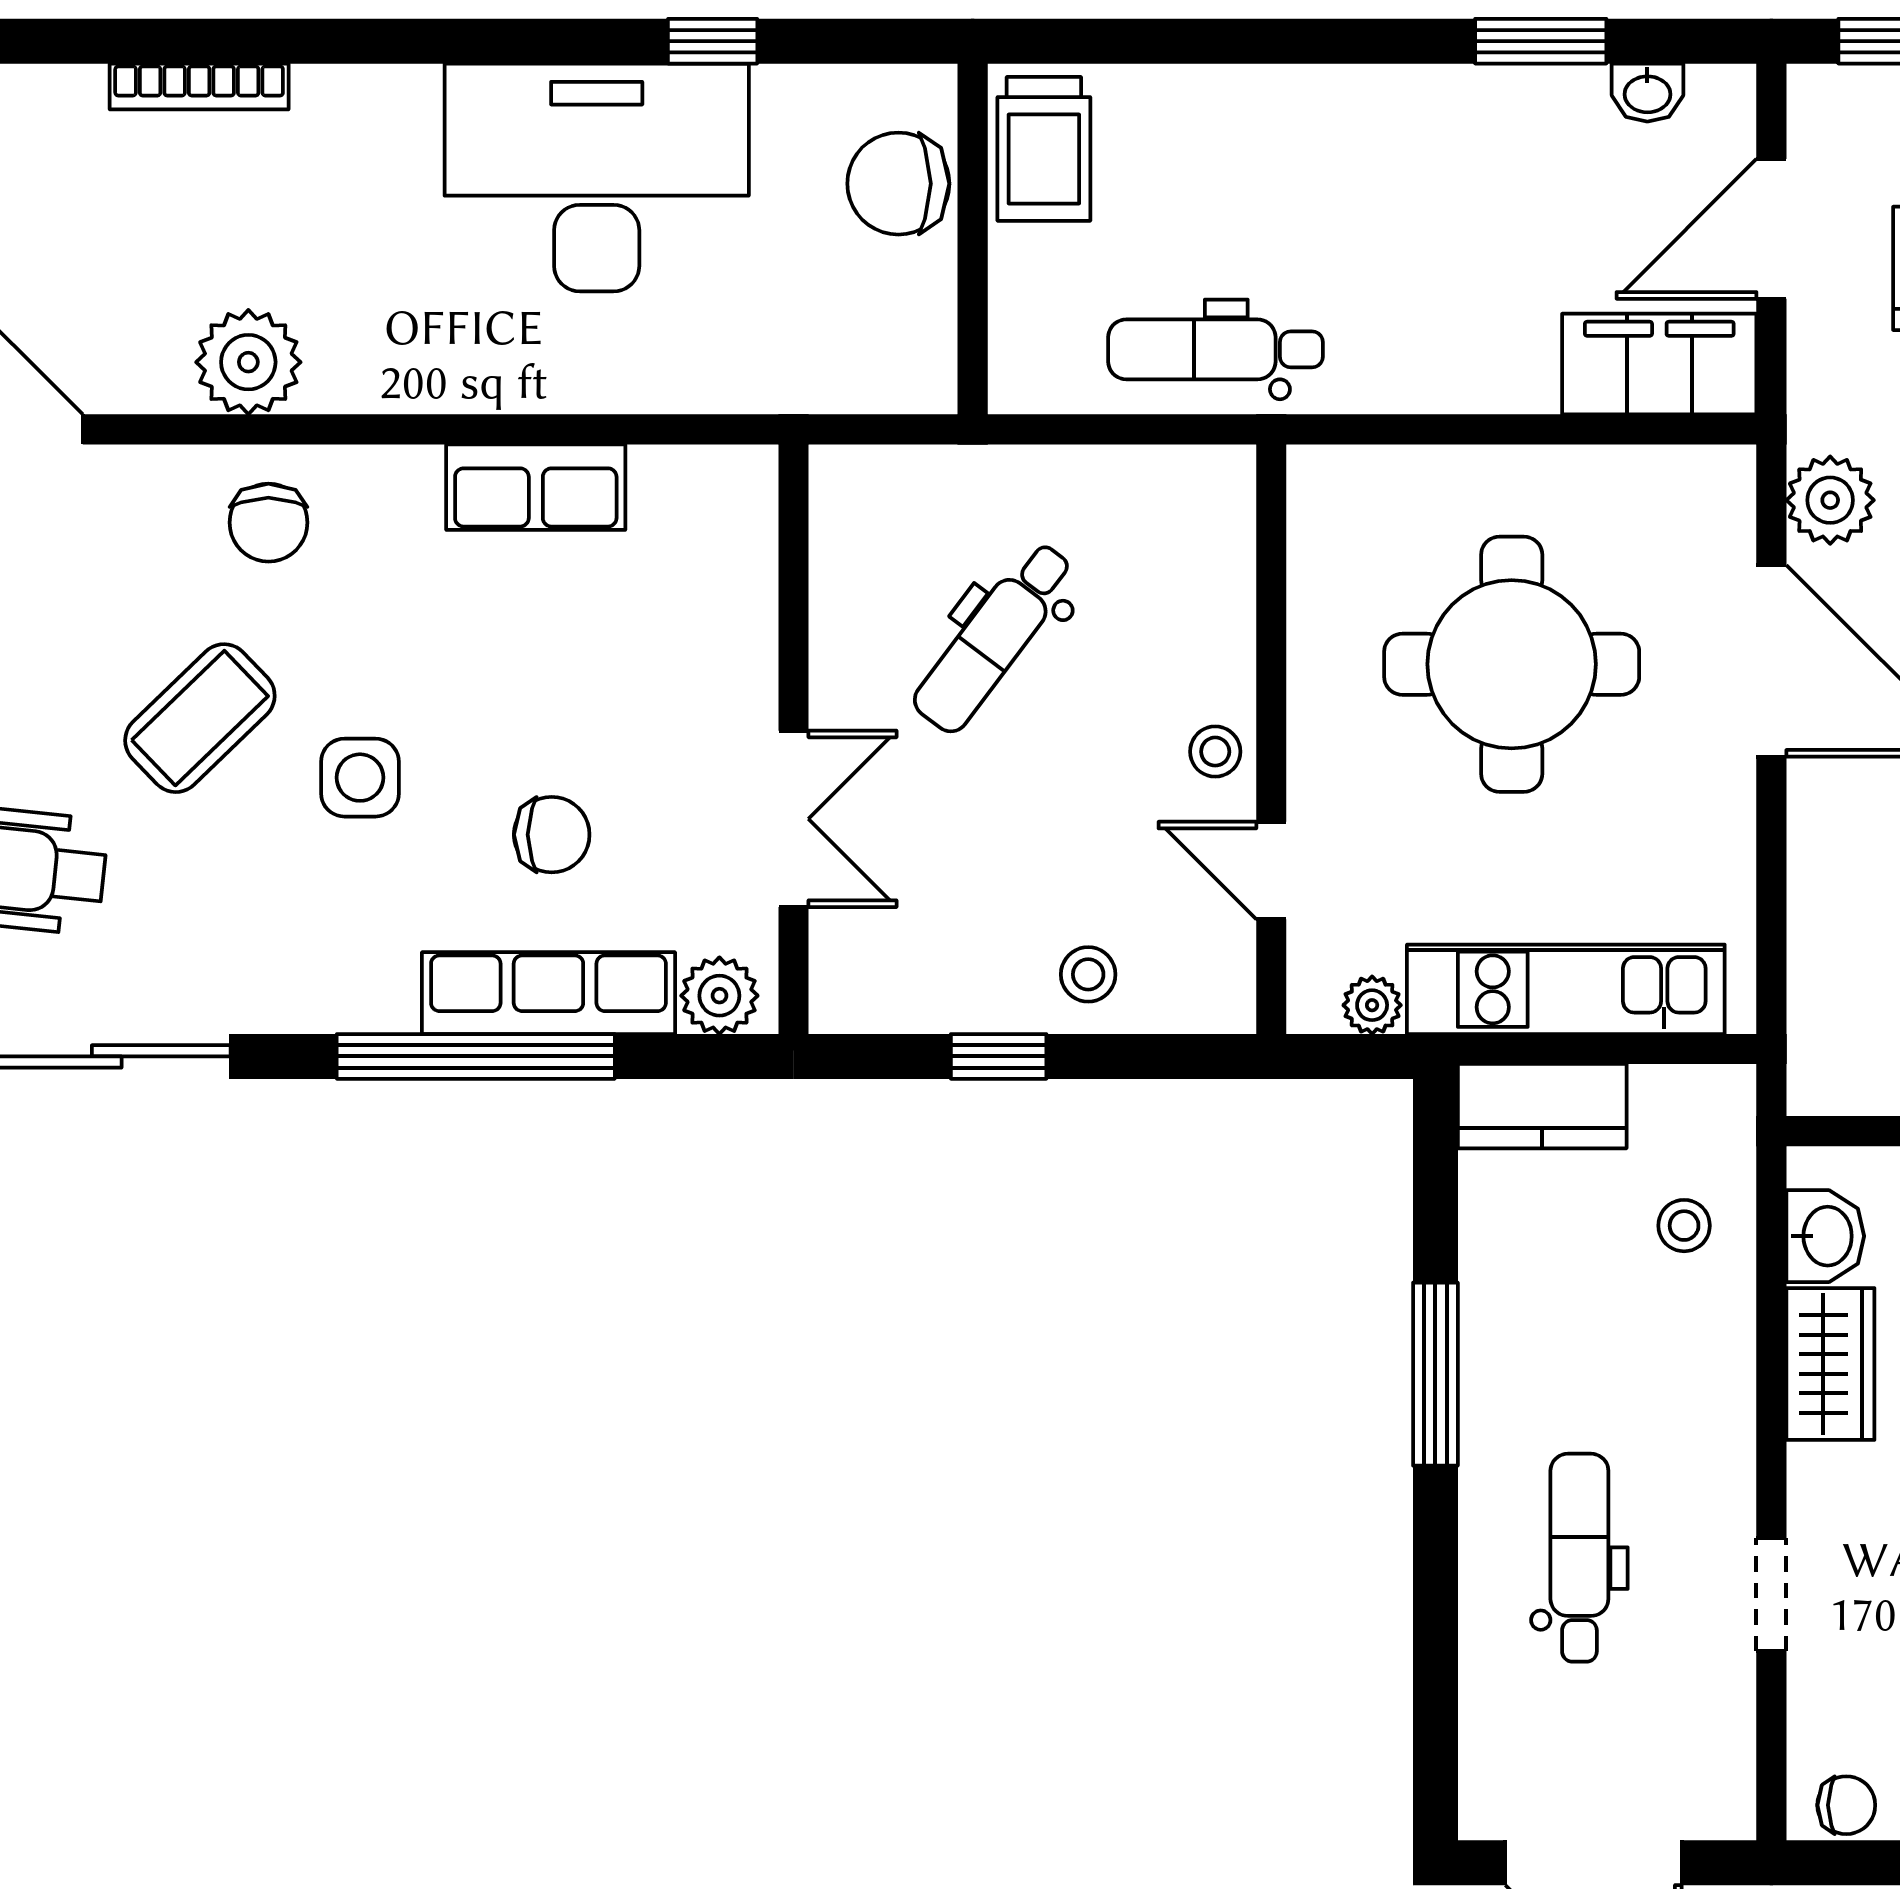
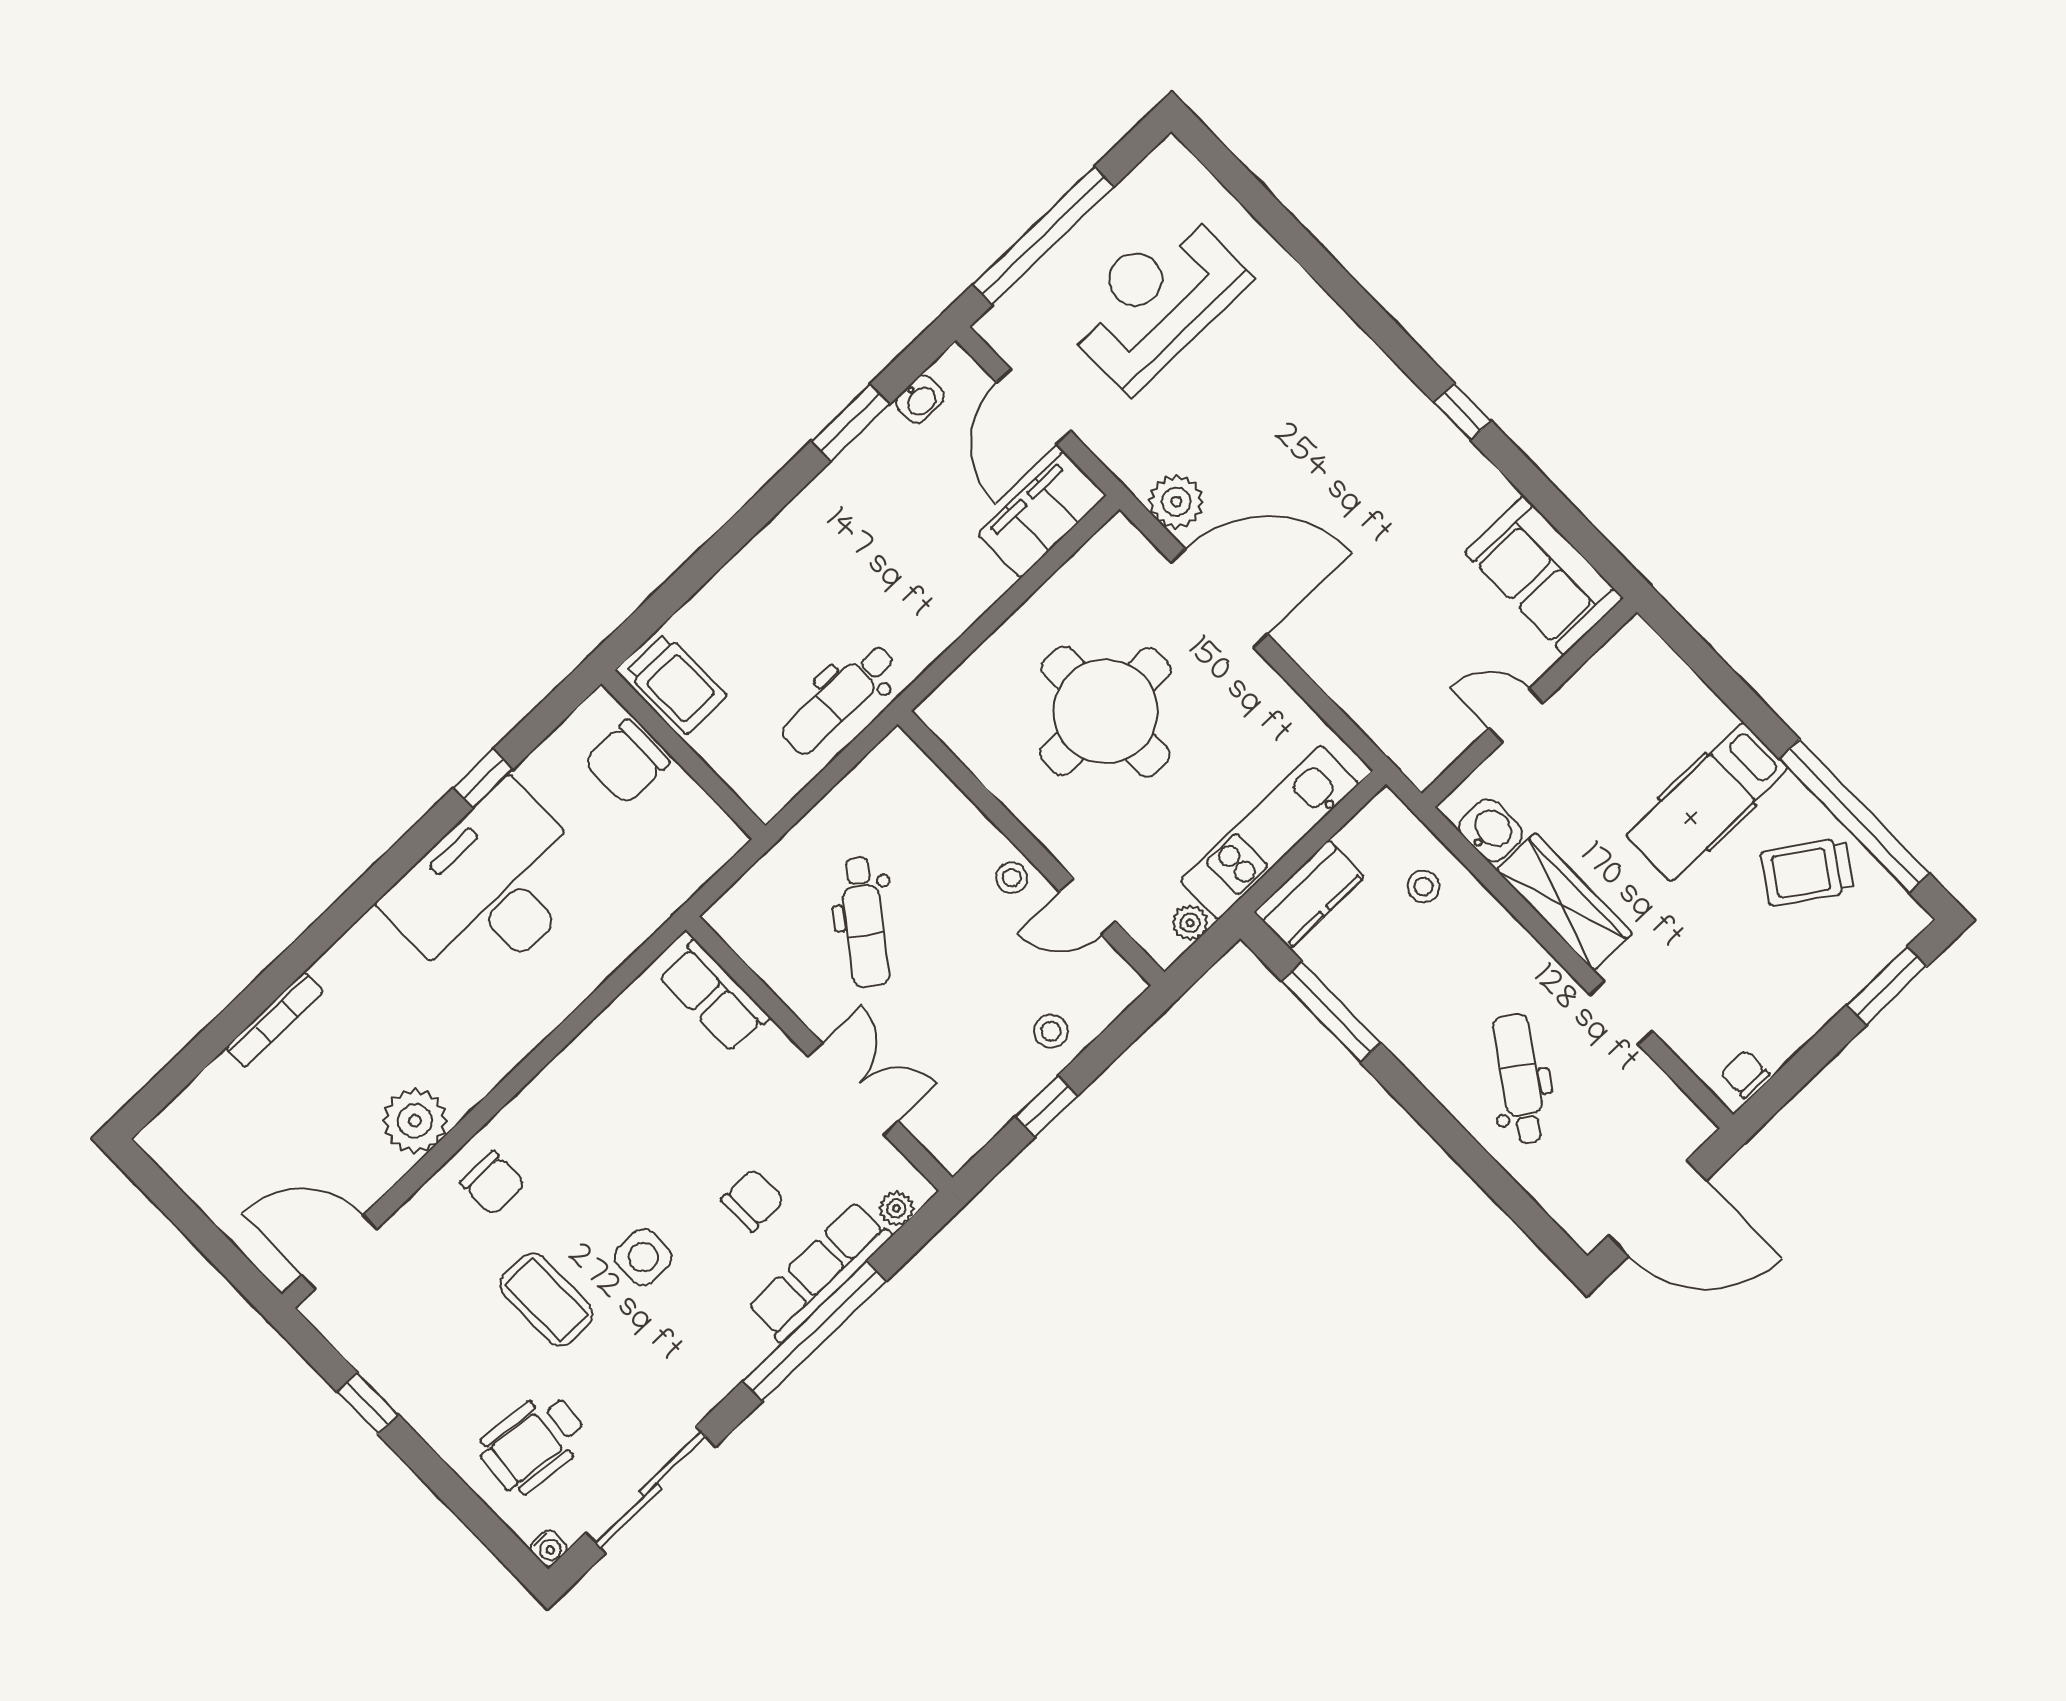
row of seats: (536, 487) -> (714, 996), moved, turned 90
coffee table: (200, 718) -> (547, 1300), turned -46
plant: (719, 996) -> (896, 1208), width x0.73, depth x0.73
wardrobe: (1830, 1364) -> (1564, 902), width x1.50
window: (1435, 1374) -> (1331, 1012), moved
dental chair: (1579, 1558) -> (1520, 1079), turned 34
chair: (1846, 1805) -> (1745, 1074), turned -90

